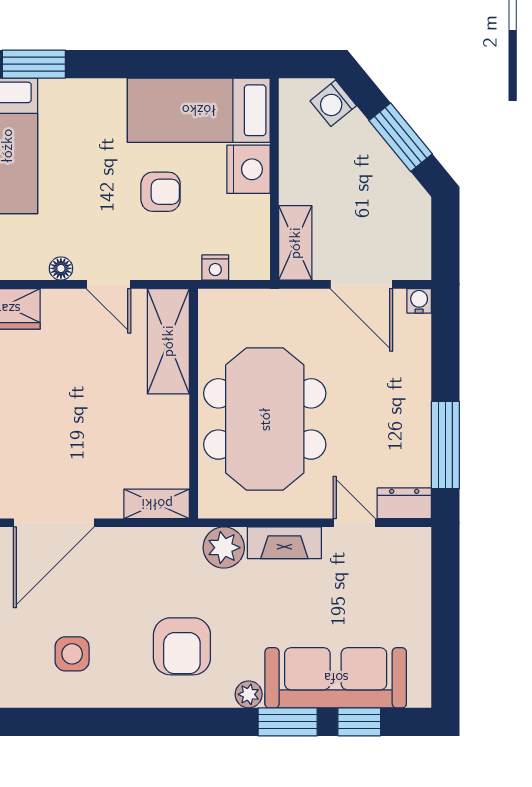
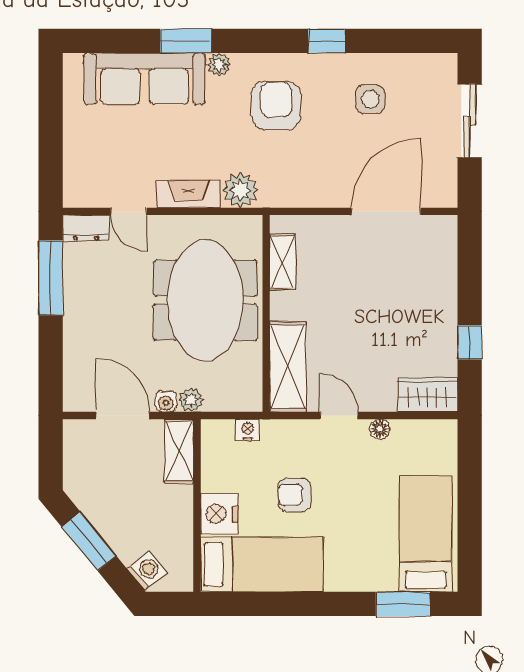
water cooler: (419, 301) -> (166, 401), moved
plant: (282, 303) -> (191, 400), added
shelving: (157, 504) -> (282, 262), moved, turned 90
window: (359, 722) -> (327, 41), moved

